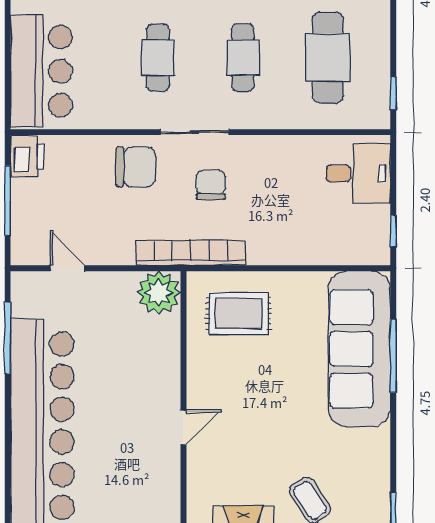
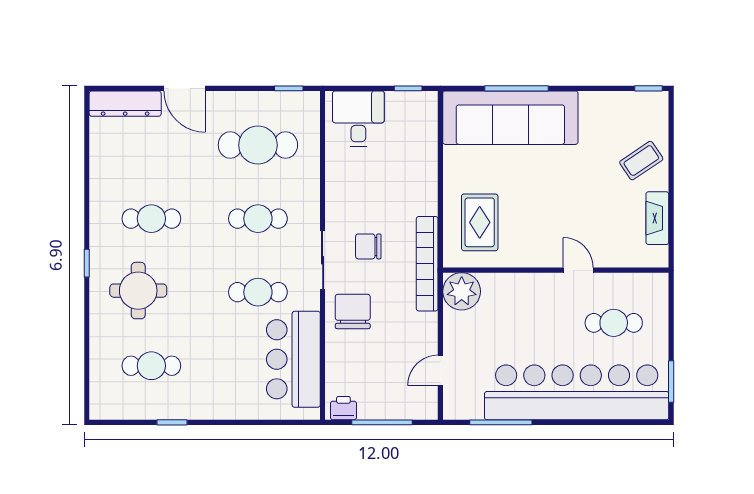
bar counter: (41, 71) -> (293, 359), moved, turned -90
printer: (27, 156) -> (343, 408), width x0.73, depth x0.81
cafe table: (122, 468) -> (614, 323), added

